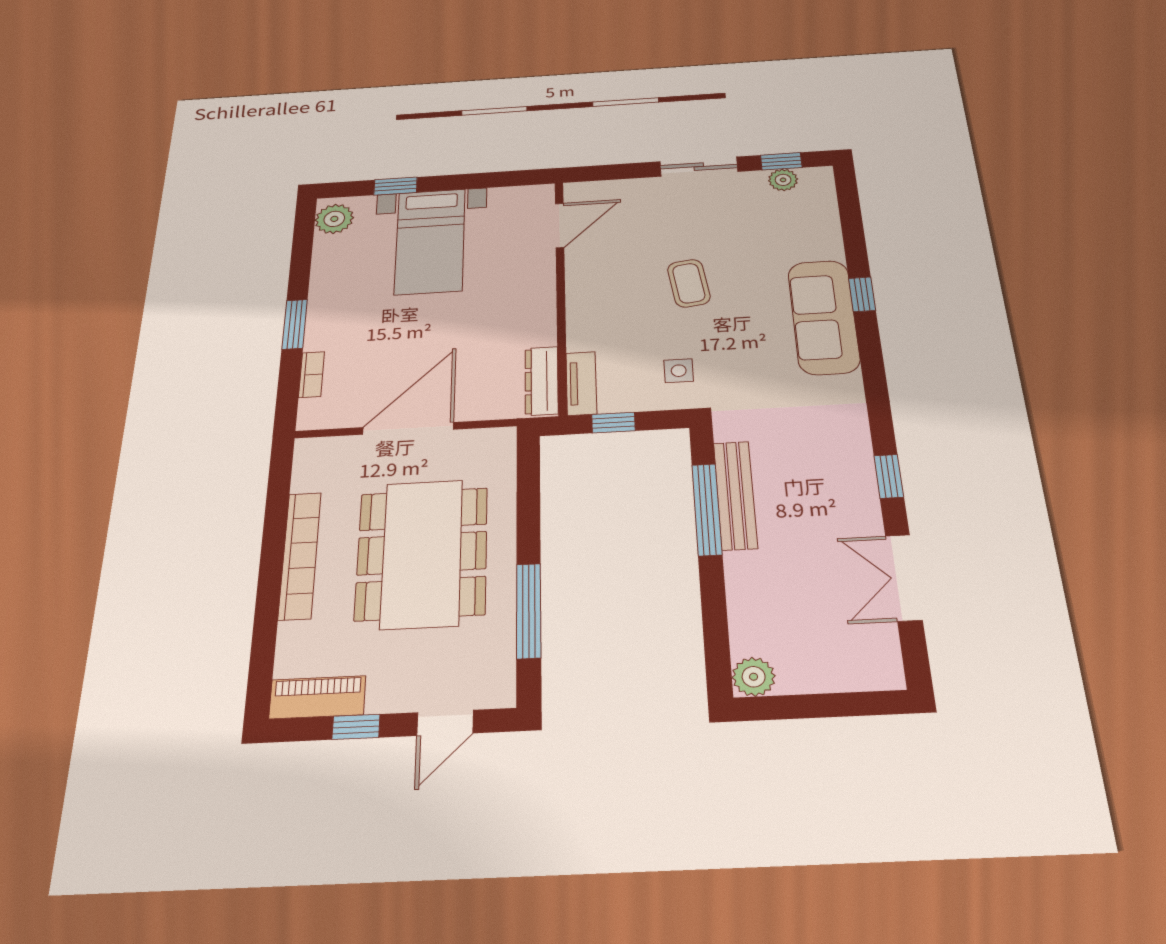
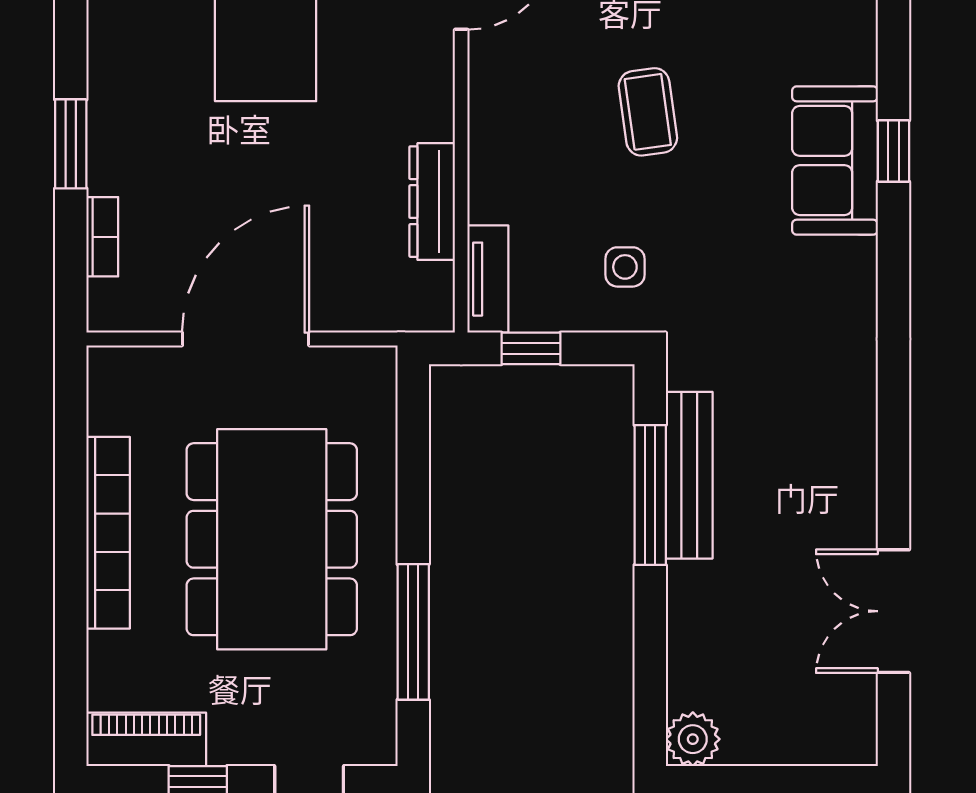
sofa: (824, 317) -> (835, 161), width x0.73
dresser: (542, 381) -> (432, 202), moved
window: (889, 476) -> (893, 459), removed

